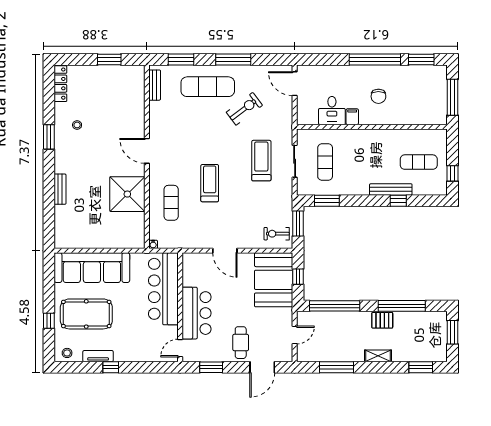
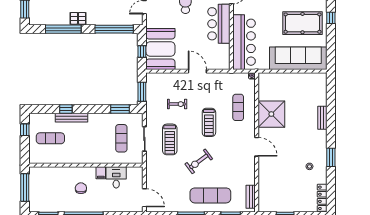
exercise bike: (244, 109) -> (199, 161), moved
exercise bike: (277, 234) -> (177, 104), moved

